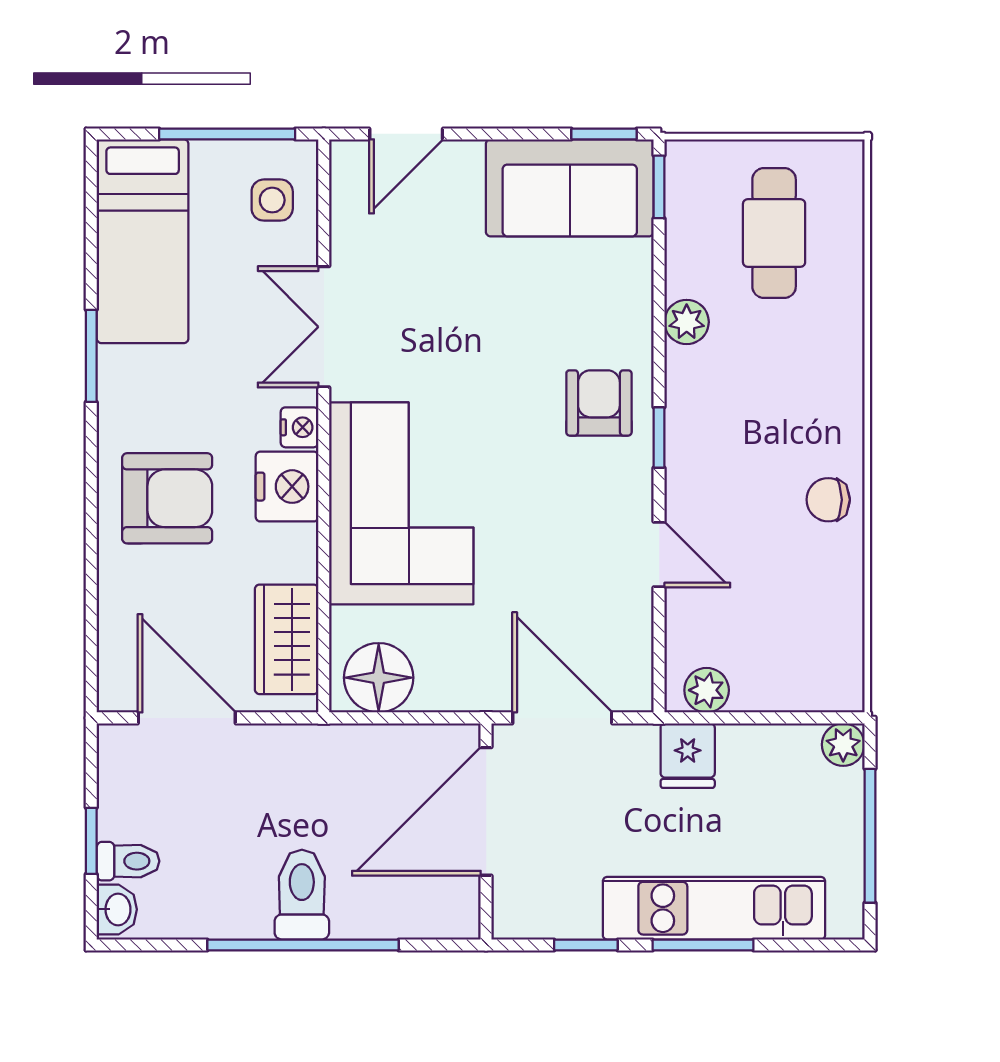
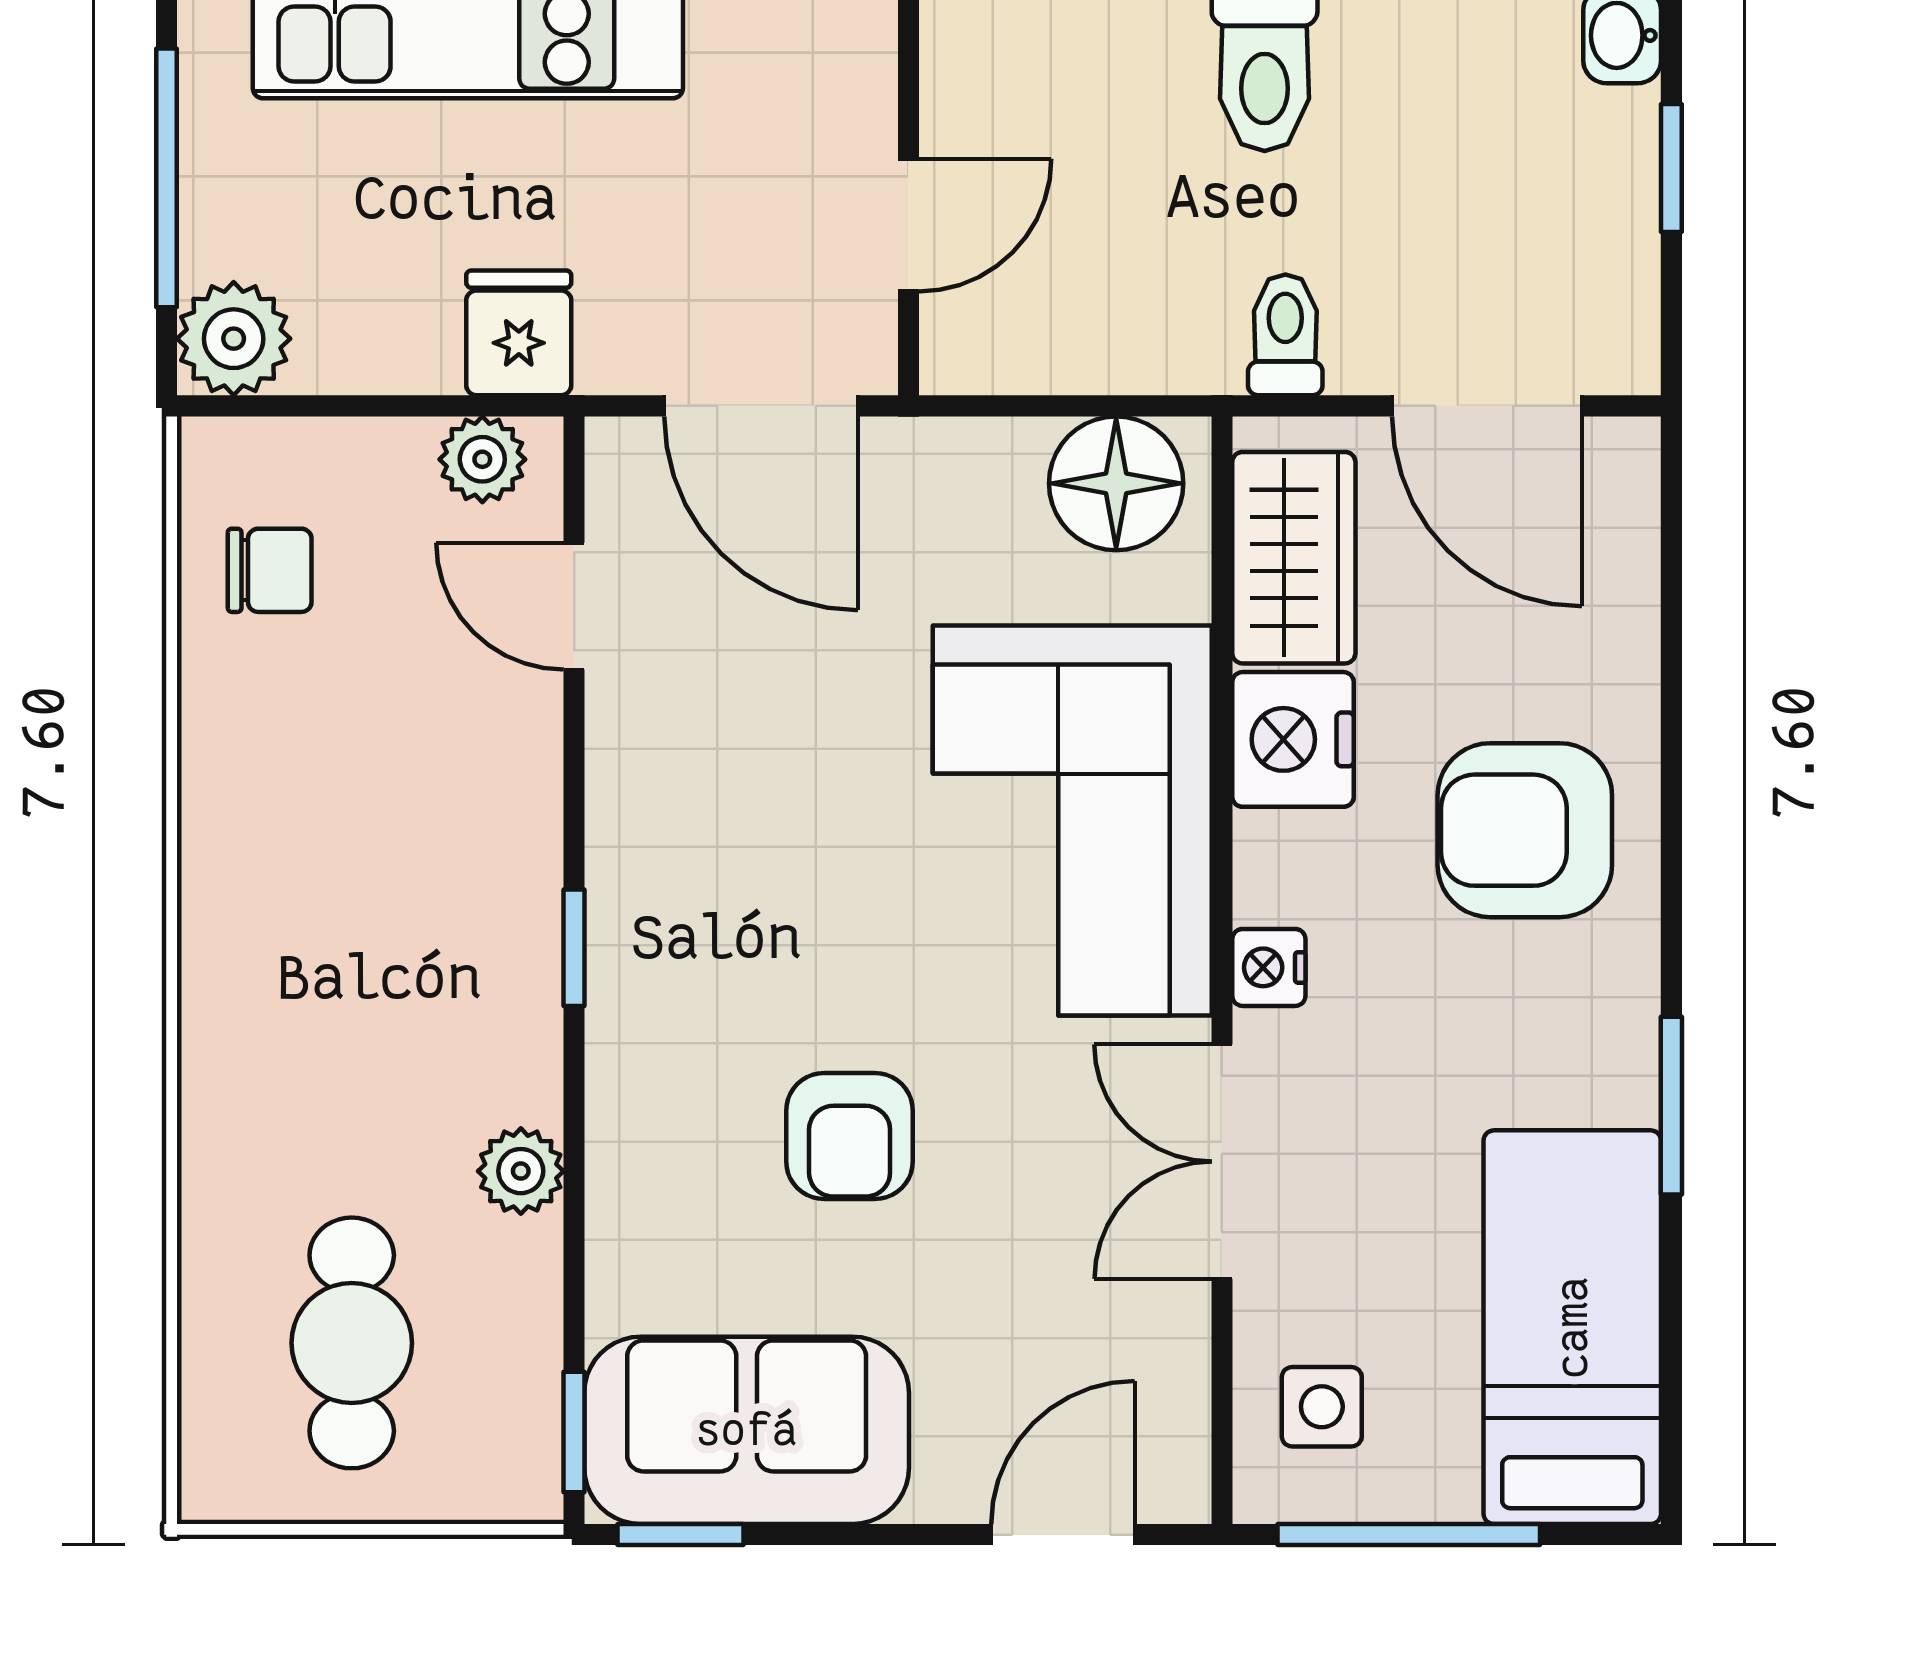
double door: (324, 327) -> (1222, 1162), swing flipped
armchair: (599, 403) -> (850, 1136), moved
nightstand: (287, 487) -> (1293, 739), moved
chair: (828, 500) -> (270, 570), moved
door: (659, 555) -> (574, 606), moved
plant: (843, 745) -> (234, 339), width x1.38, depth x1.38
door: (486, 811) -> (908, 225), width x0.53
toilet: (128, 861) -> (1285, 335), moved, turned 90

